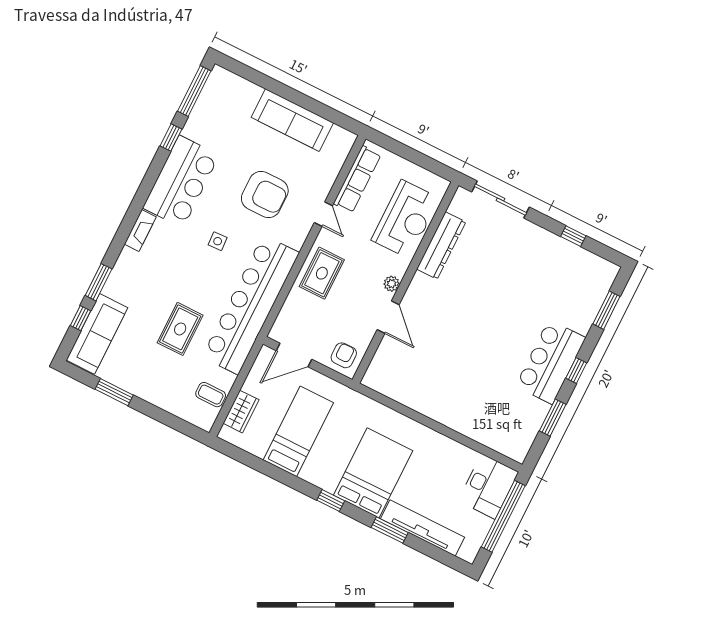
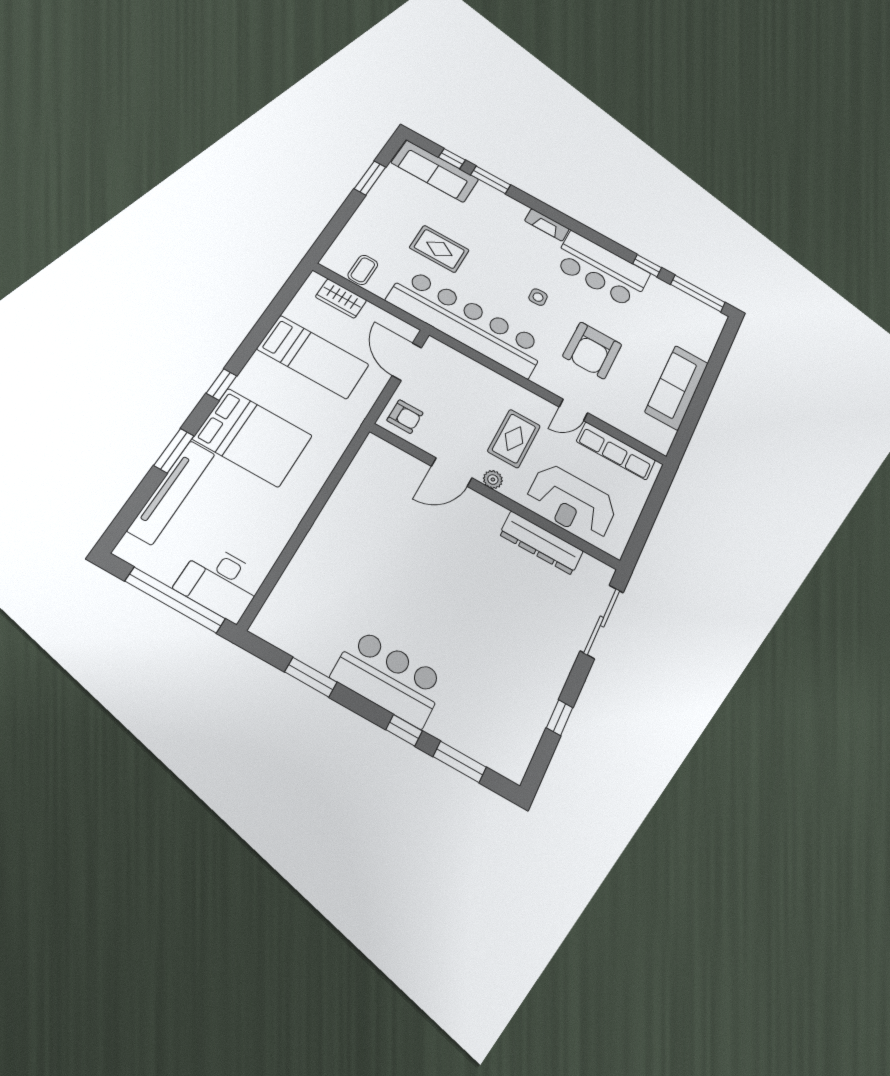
rug: (322, 273) -> (514, 438), moved, turned 90
window: (576, 371) -> (404, 730), moved

